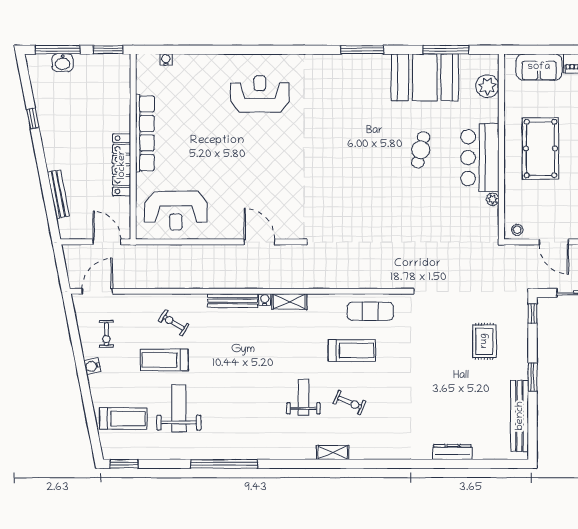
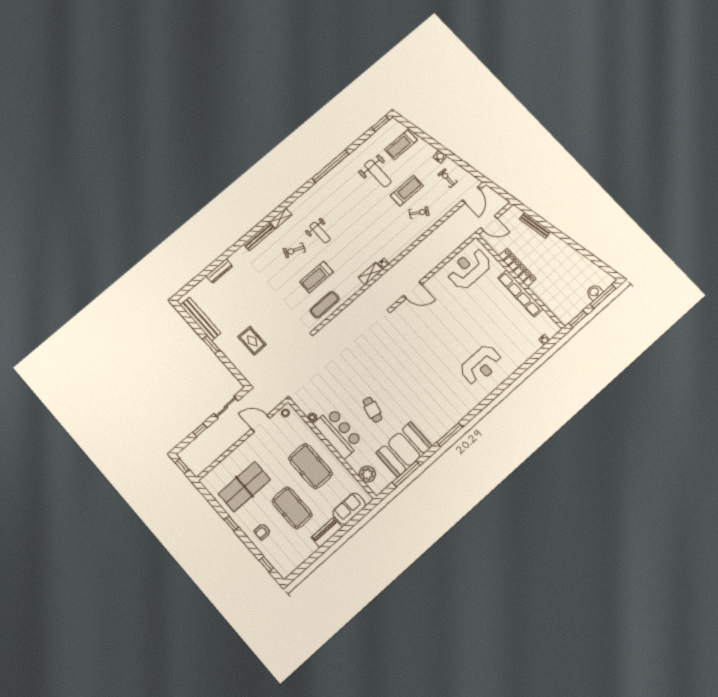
window: (33, 118) -> (583, 251), removed
bench: (233, 301) -> (259, 237), moved
window: (533, 314) -> (239, 377), removed

